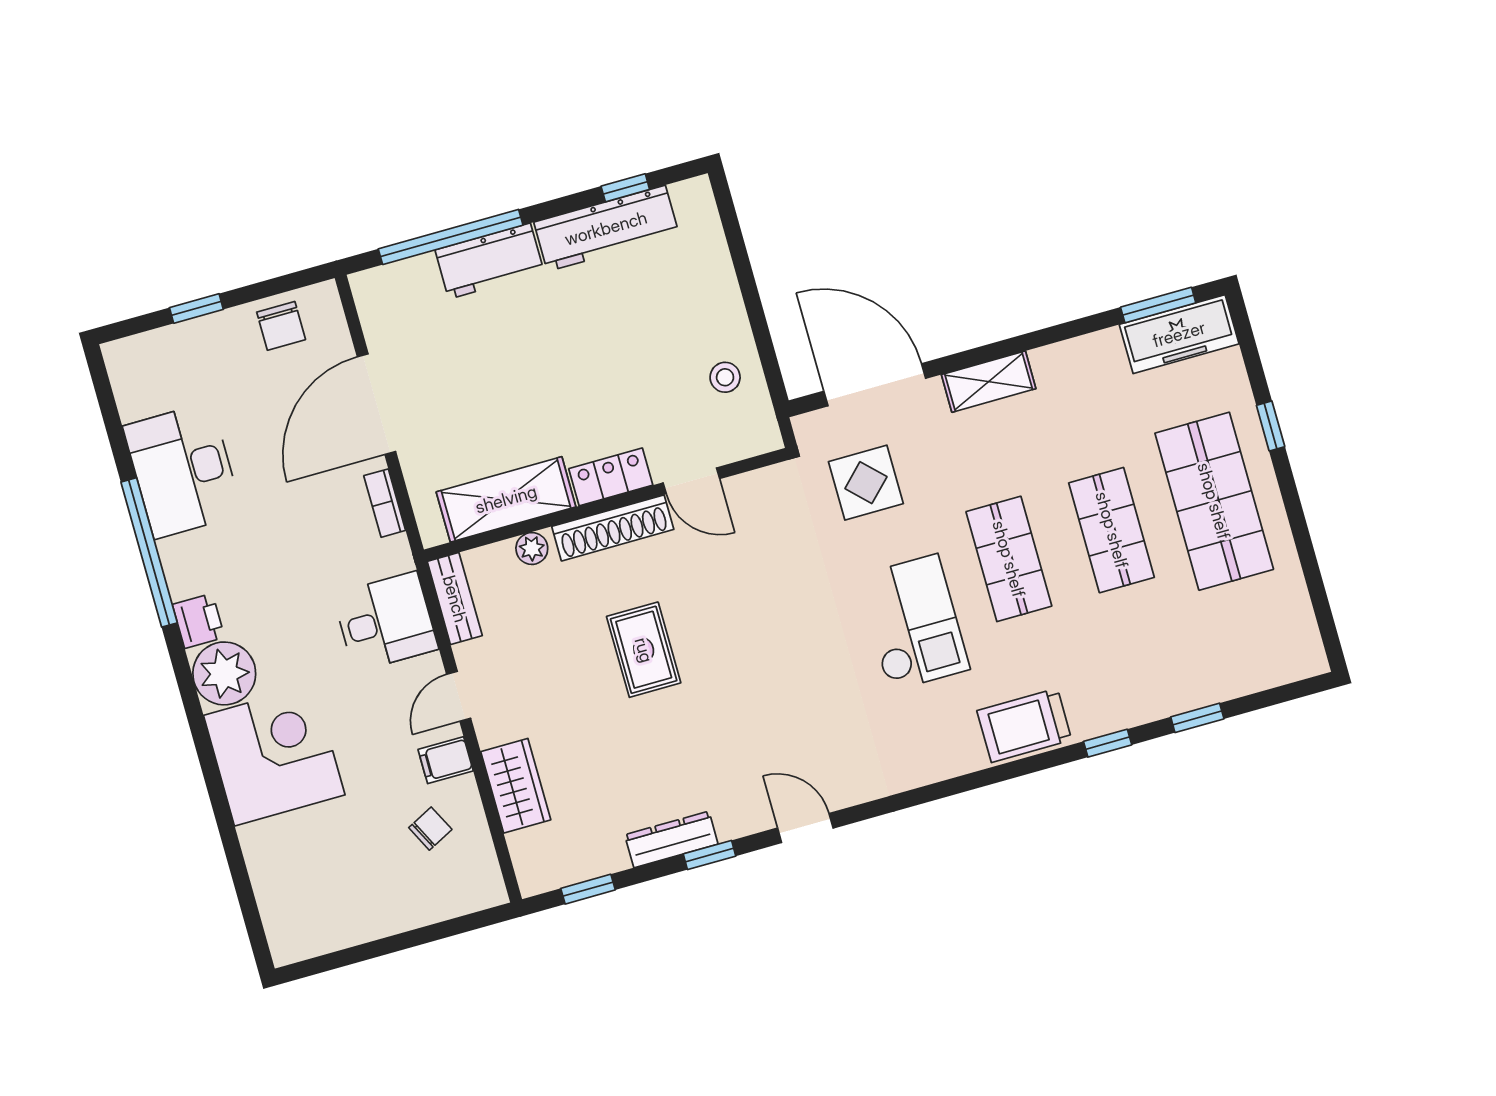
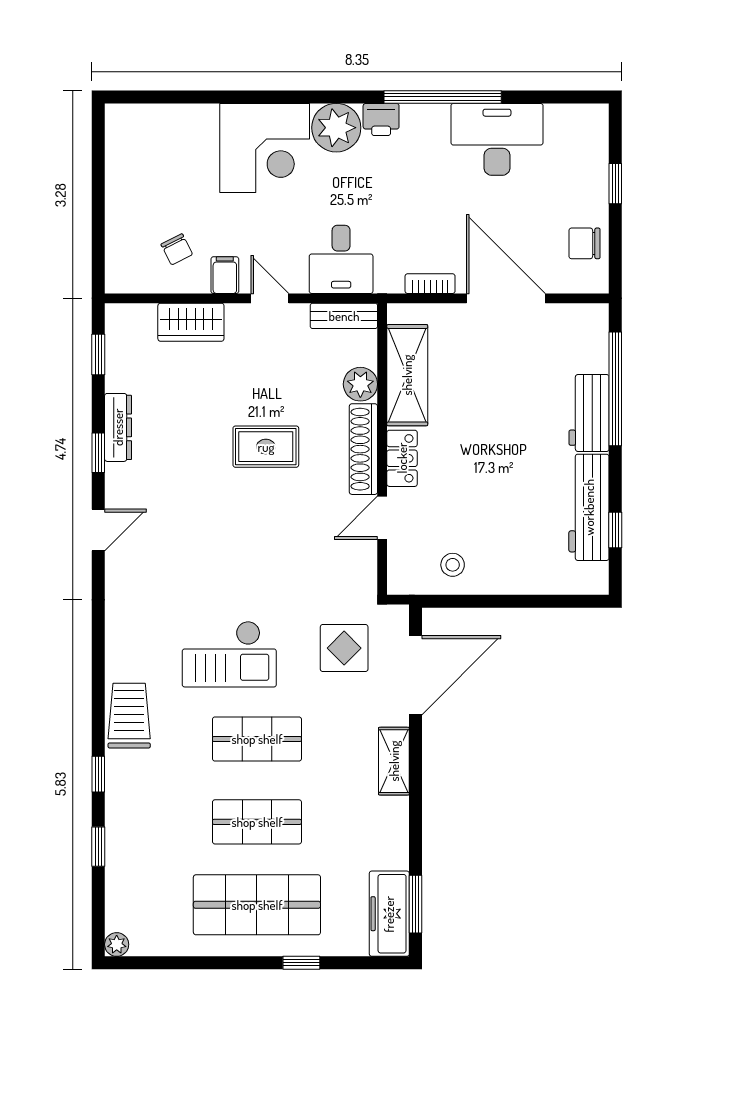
plant: (532, 548) -> (360, 384), width x1.38, depth x1.38
plant: (1312, 661) -> (117, 944), added

